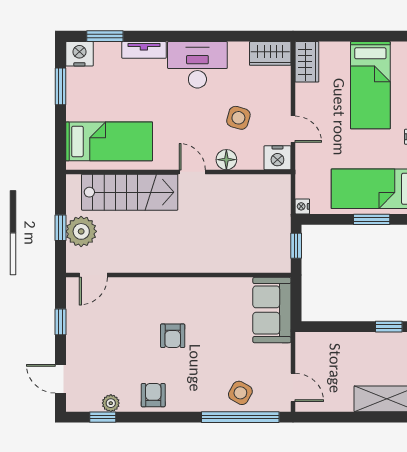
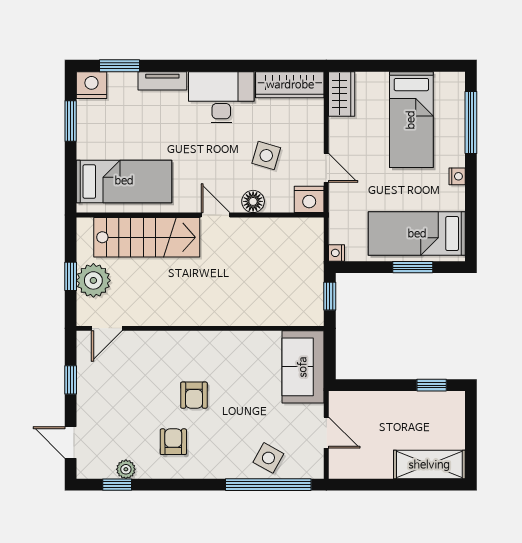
wardrobe: (270, 53) -> (290, 85), width x1.50
door: (293, 387) -> (326, 433), moved
armchair: (153, 395) -> (173, 442), moved

